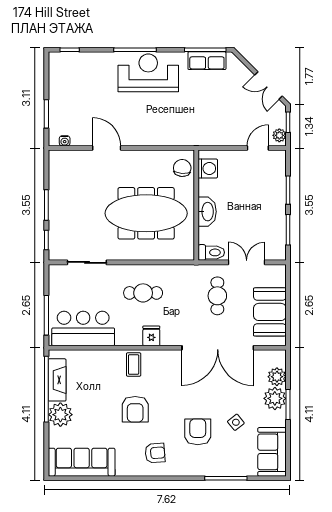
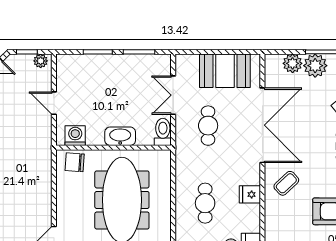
door: (258, 148) -> (54, 103), moved
cafe table: (217, 296) -> (208, 126), turned 90
coffee table: (134, 364) -> (286, 183), moved, turned -43

